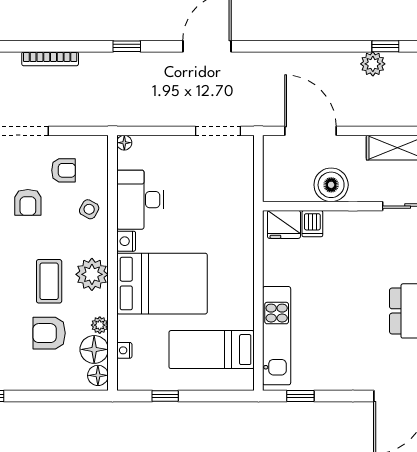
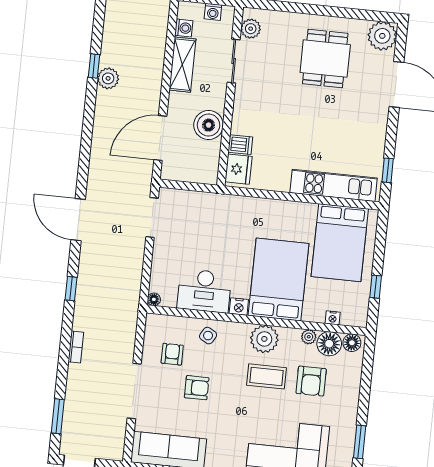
bookcase: (50, 59) -> (76, 347), width x0.64
bed: (212, 350) -> (340, 243), width x1.50

